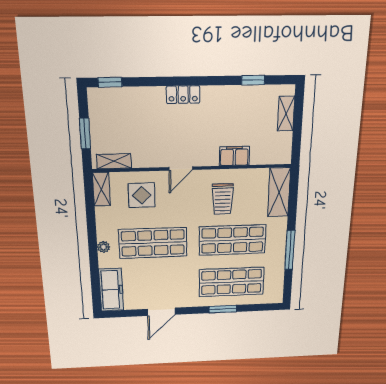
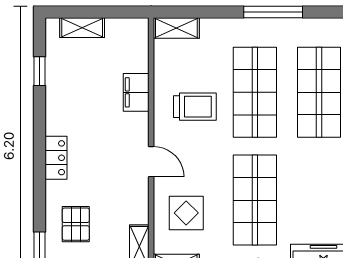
pallet: (130, 111) -> (76, 224), added
shelving: (279, 192) -> (176, 28), width x0.67, depth x0.75

